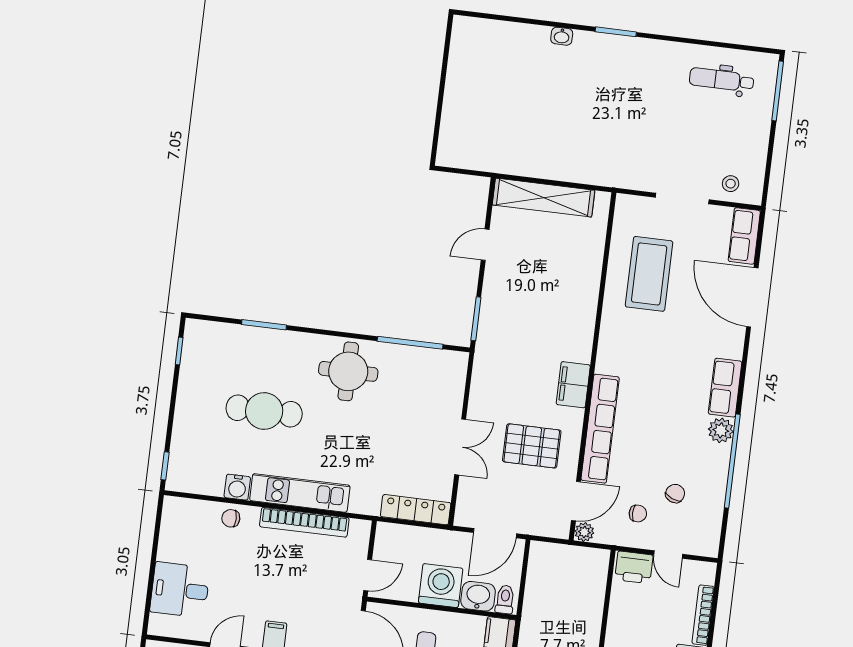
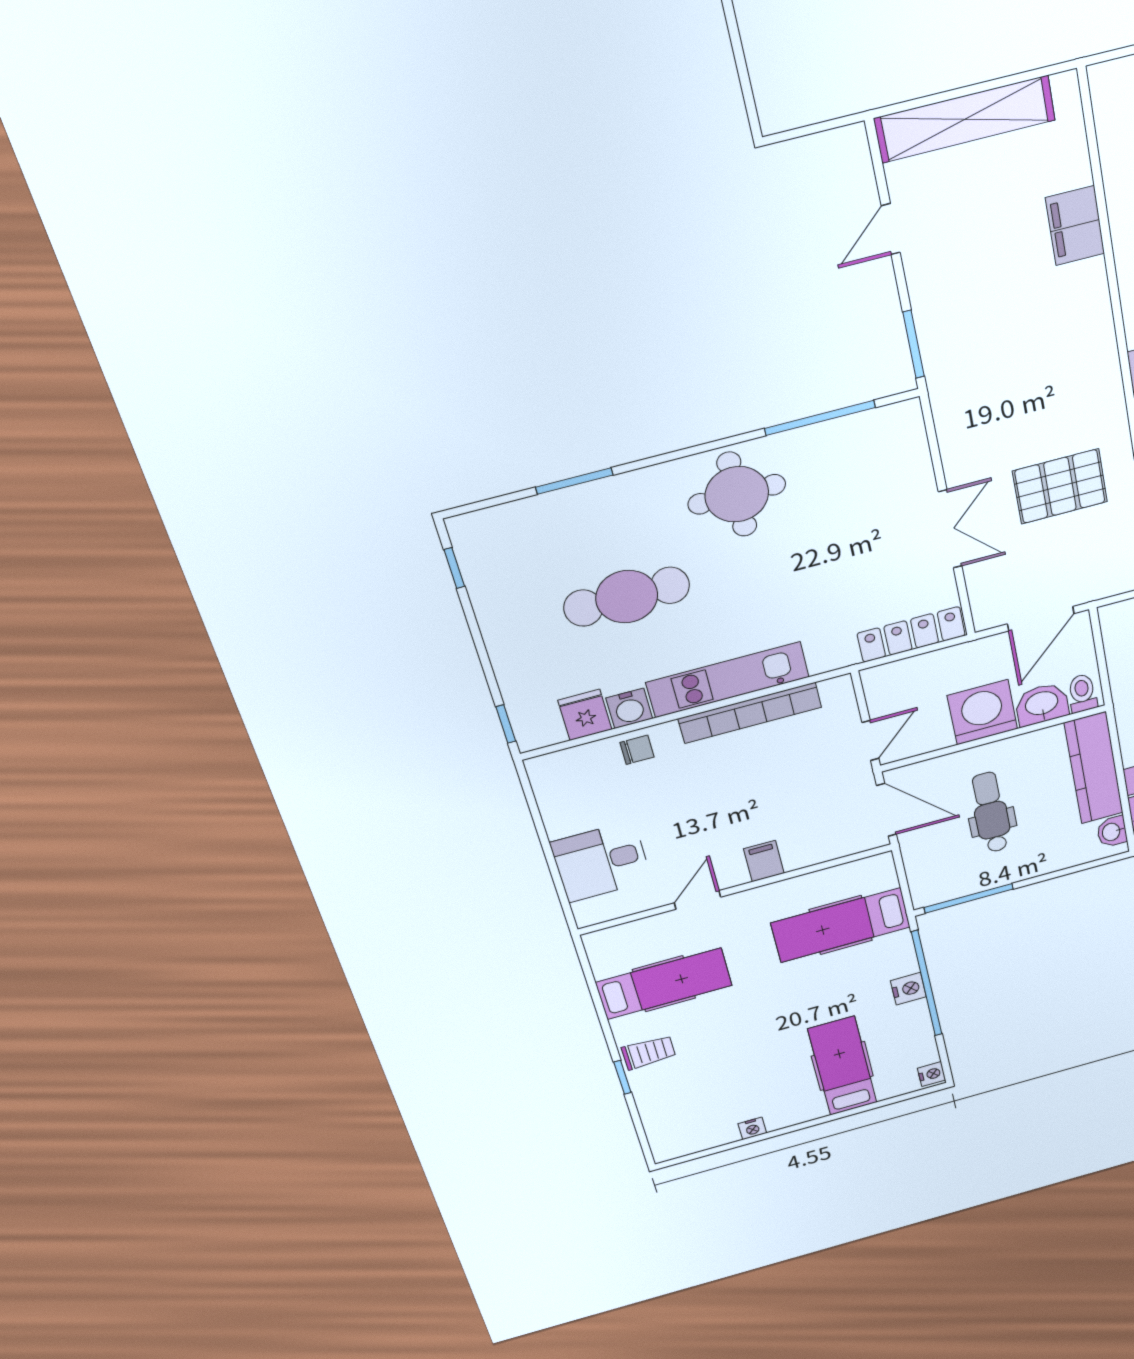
filing cabinet: (573, 385) -> (1075, 226), moved
fridge: (211, 480) -> (585, 715), added
chair: (231, 518) -> (637, 750), turned 180

